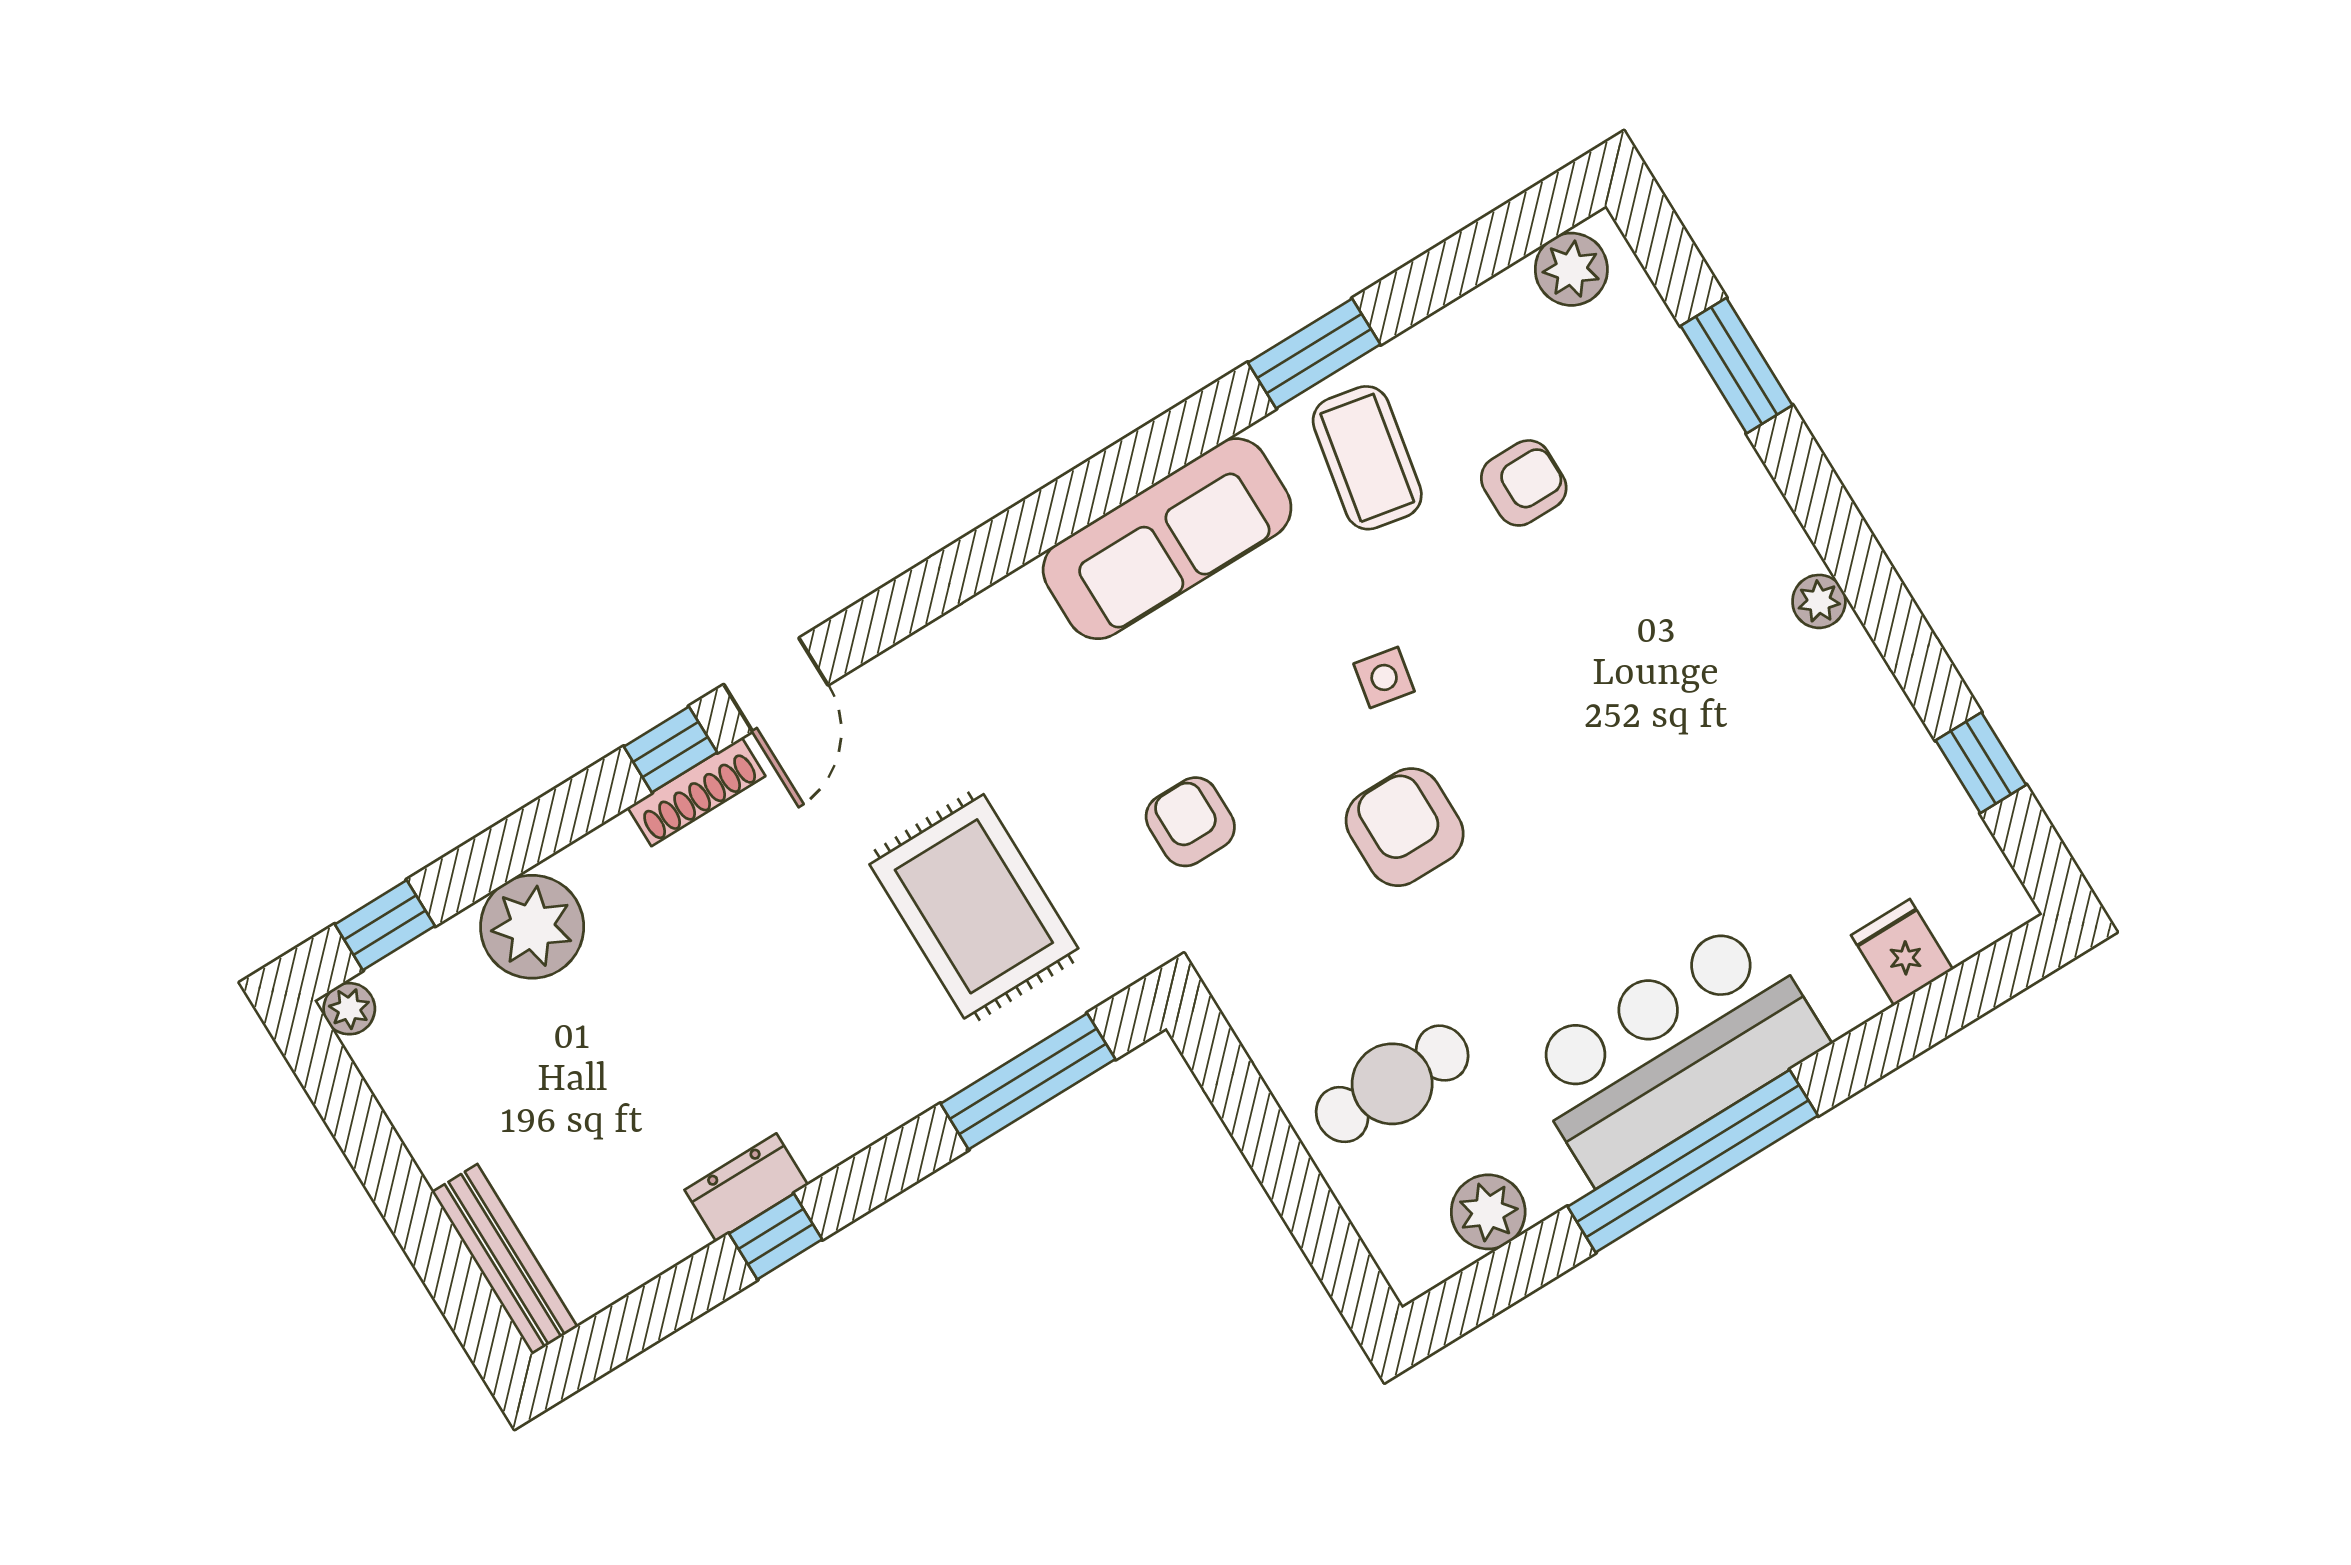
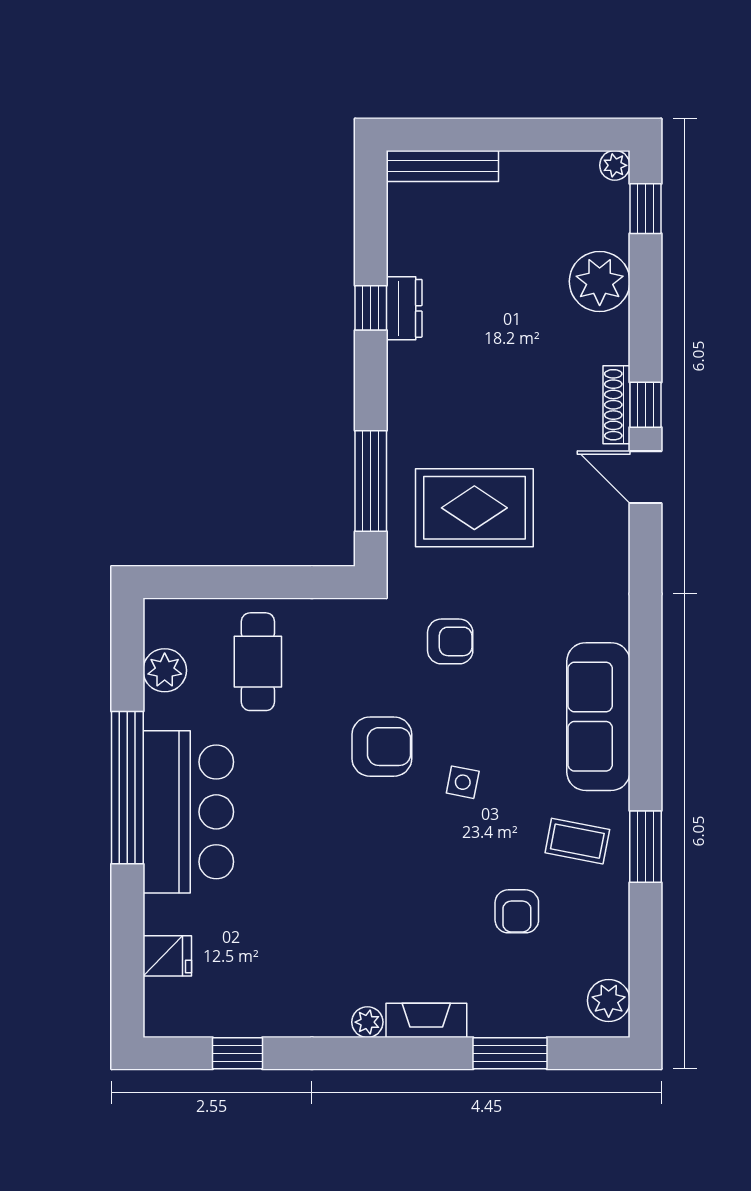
coffee table: (1367, 458) -> (577, 841), width x0.73, depth x0.77
fireplace: (1764, 517) -> (426, 1020), added

